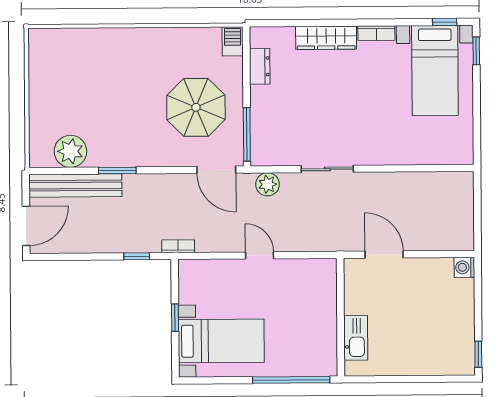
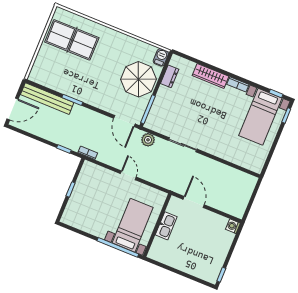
table tennis table: (76, 73) -> (72, 40), added
parasol: (196, 107) -> (139, 79), moved
plant: (70, 151) -> (52, 80), removed
kitchen sink: (356, 338) -> (166, 226), moved
bed with nightstands: (221, 341) -> (133, 225), moved, turned -90

